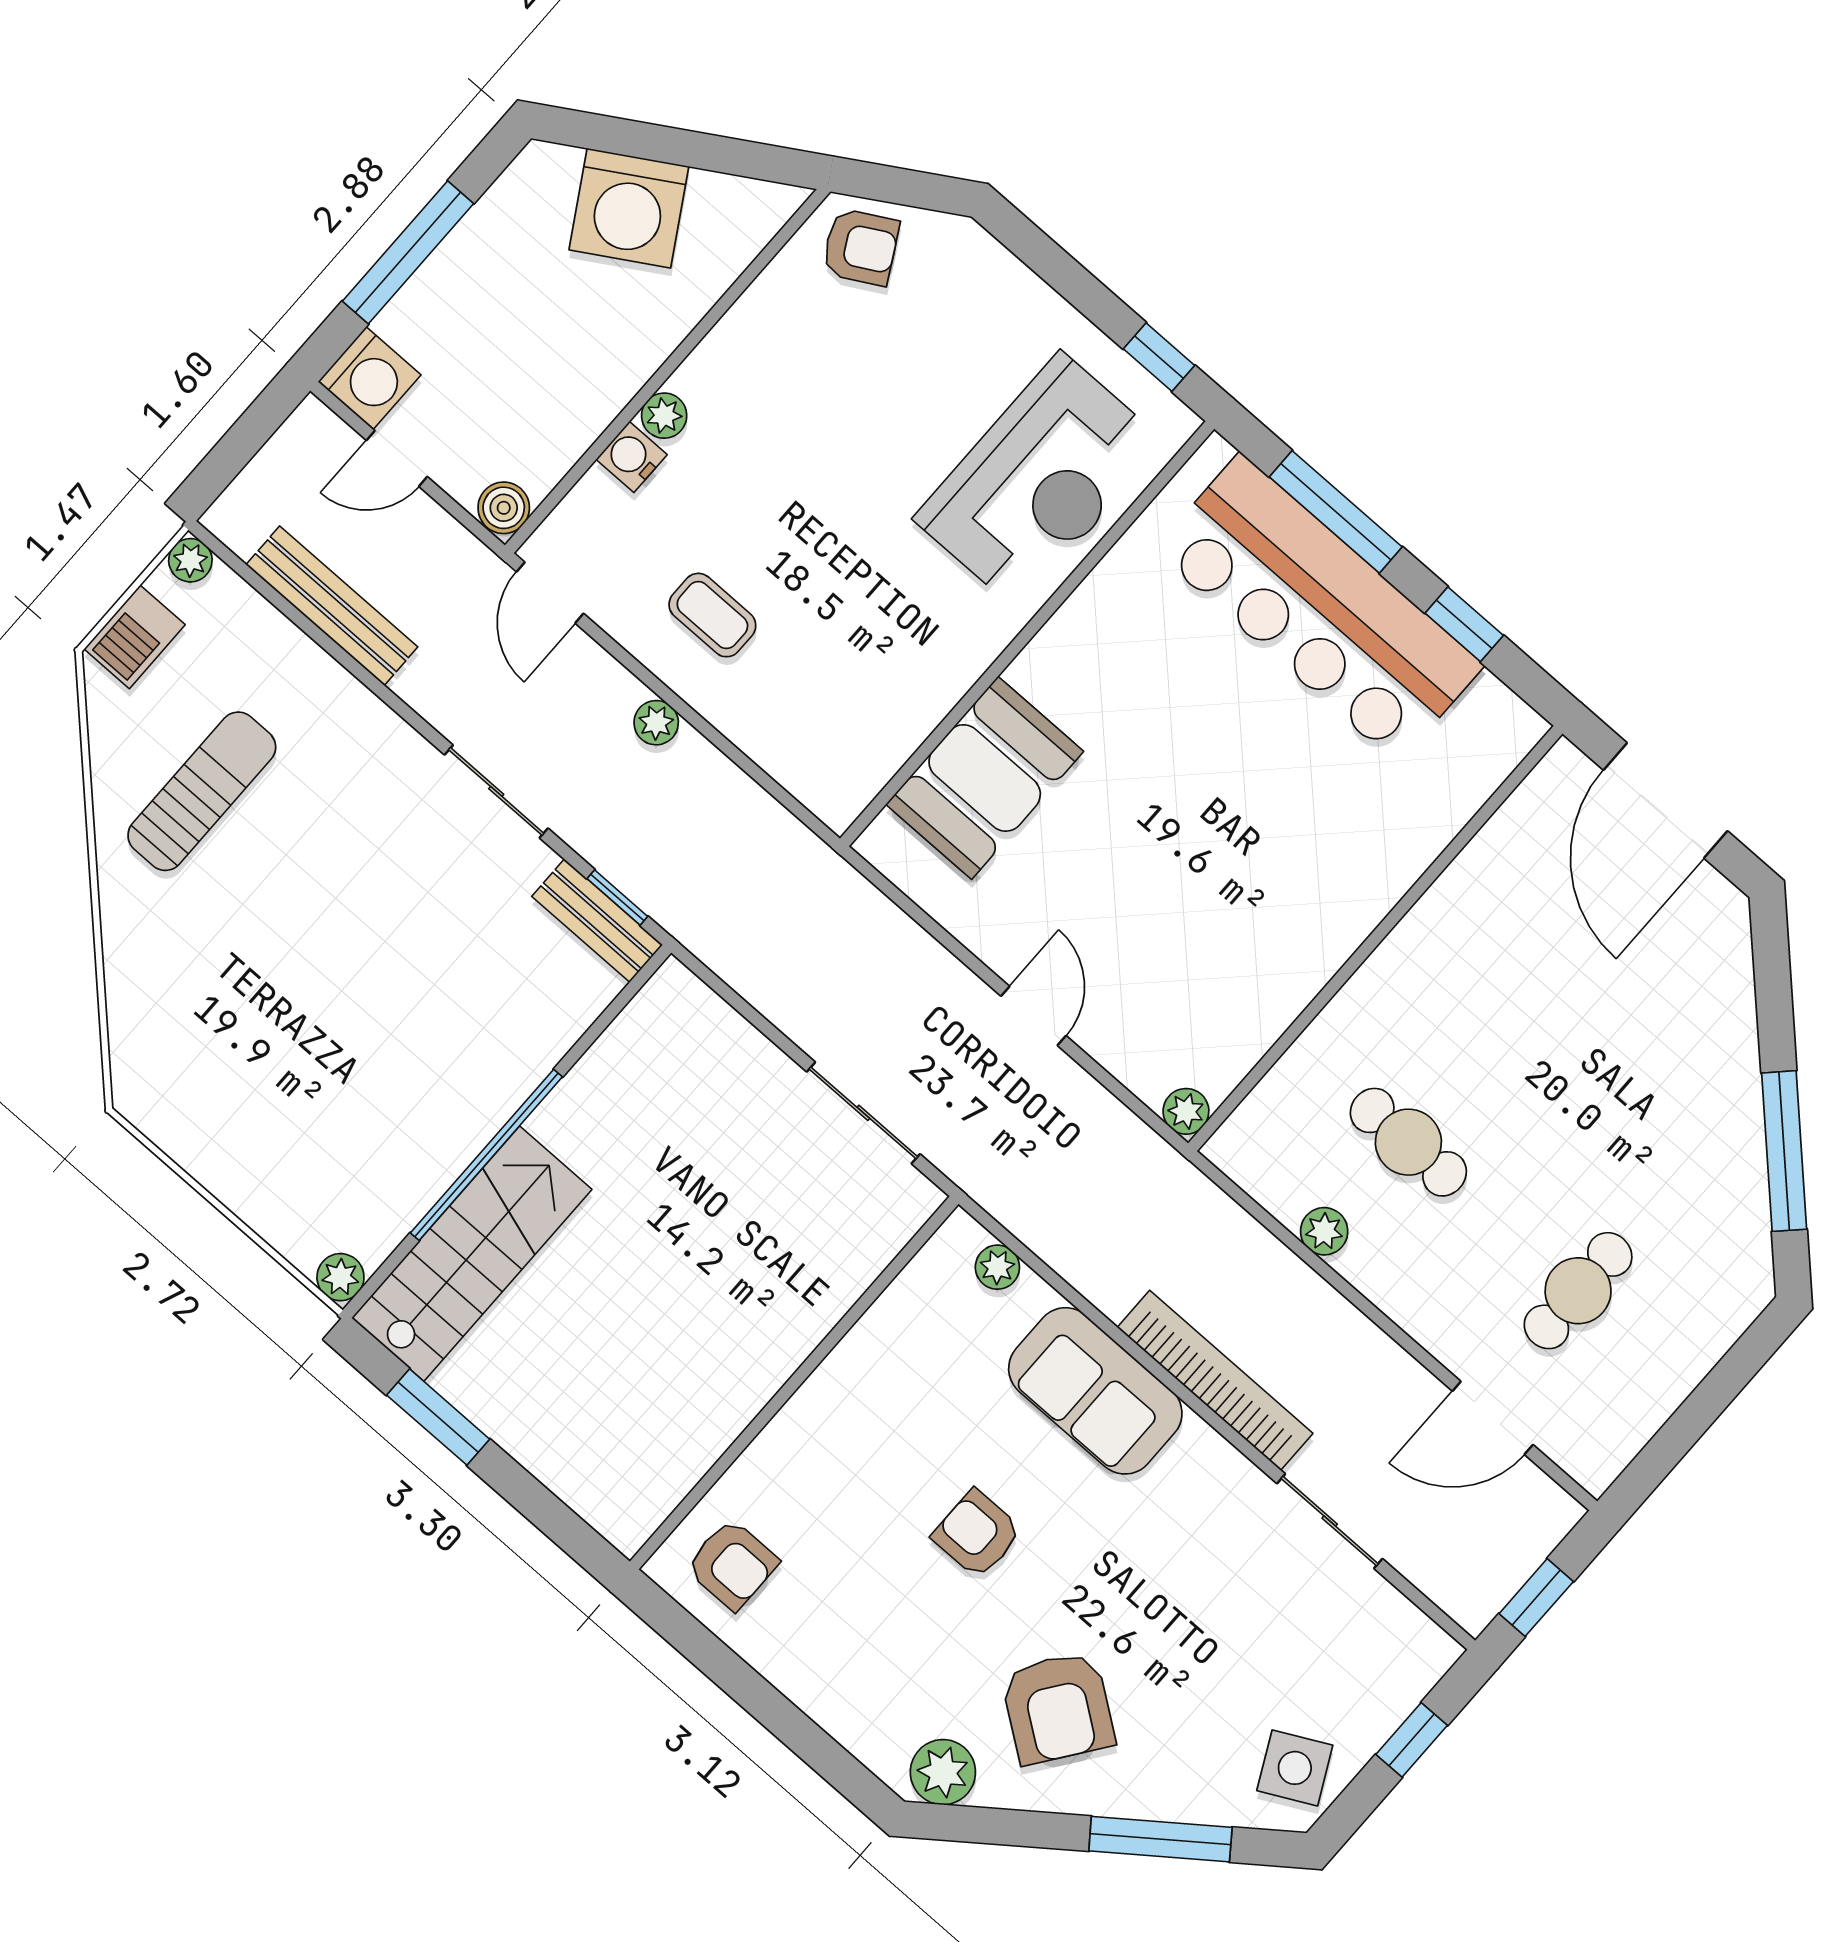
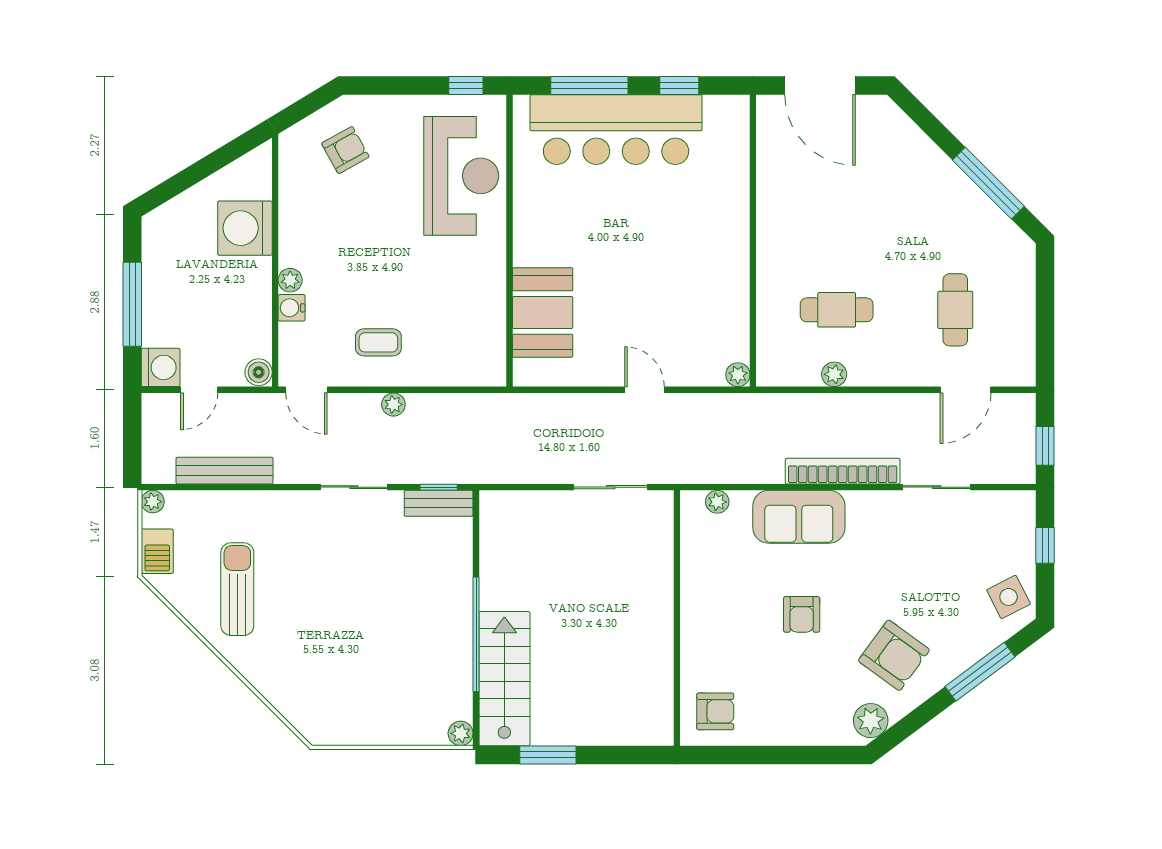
washing machine: (629, 208) -> (245, 228), moved, turned 121
armchair: (861, 247) -> (345, 150), moved
armchair: (977, 1534) -> (802, 614), turned -90

